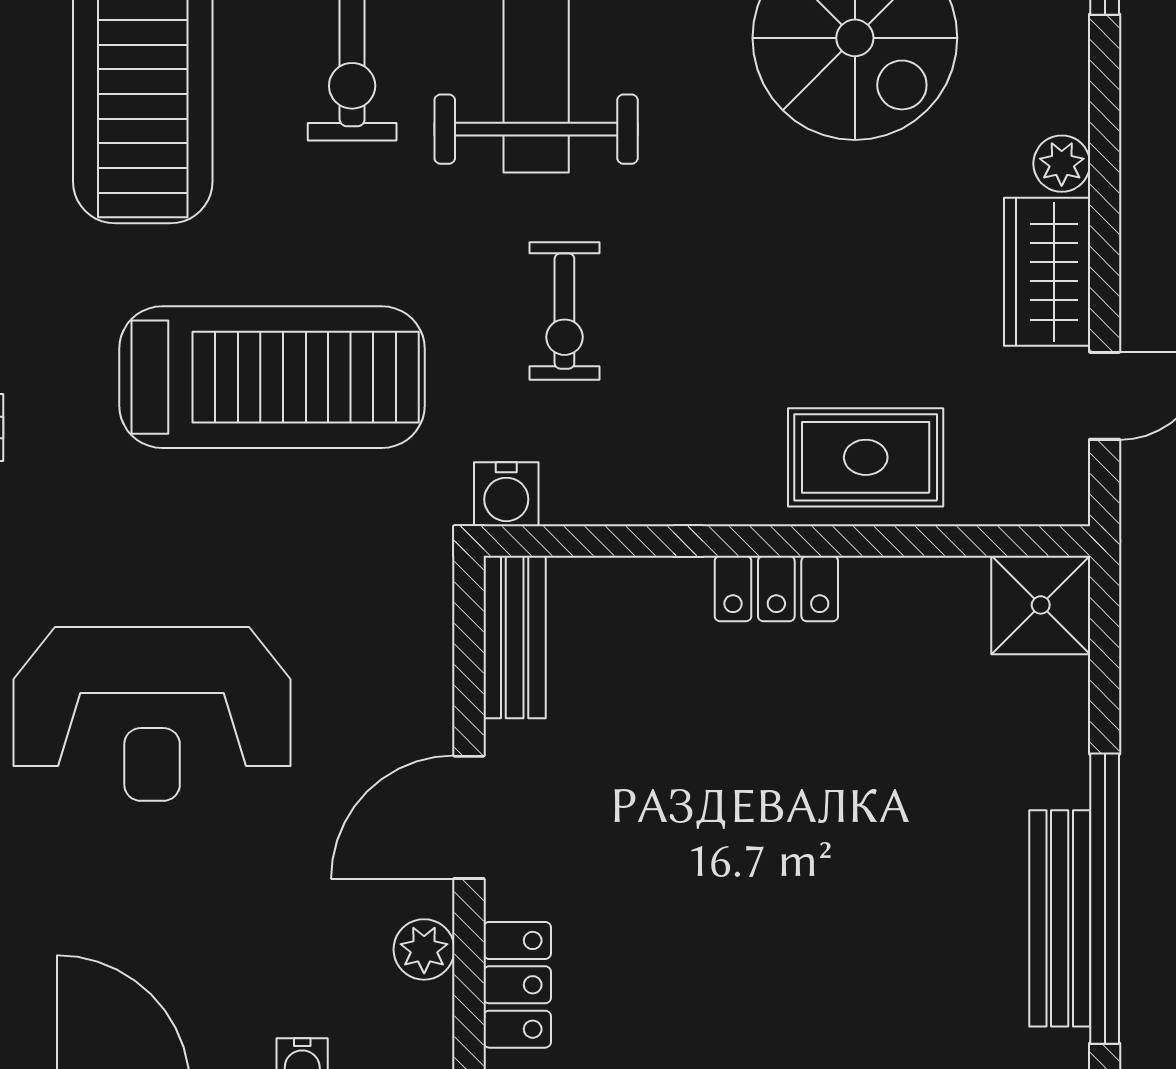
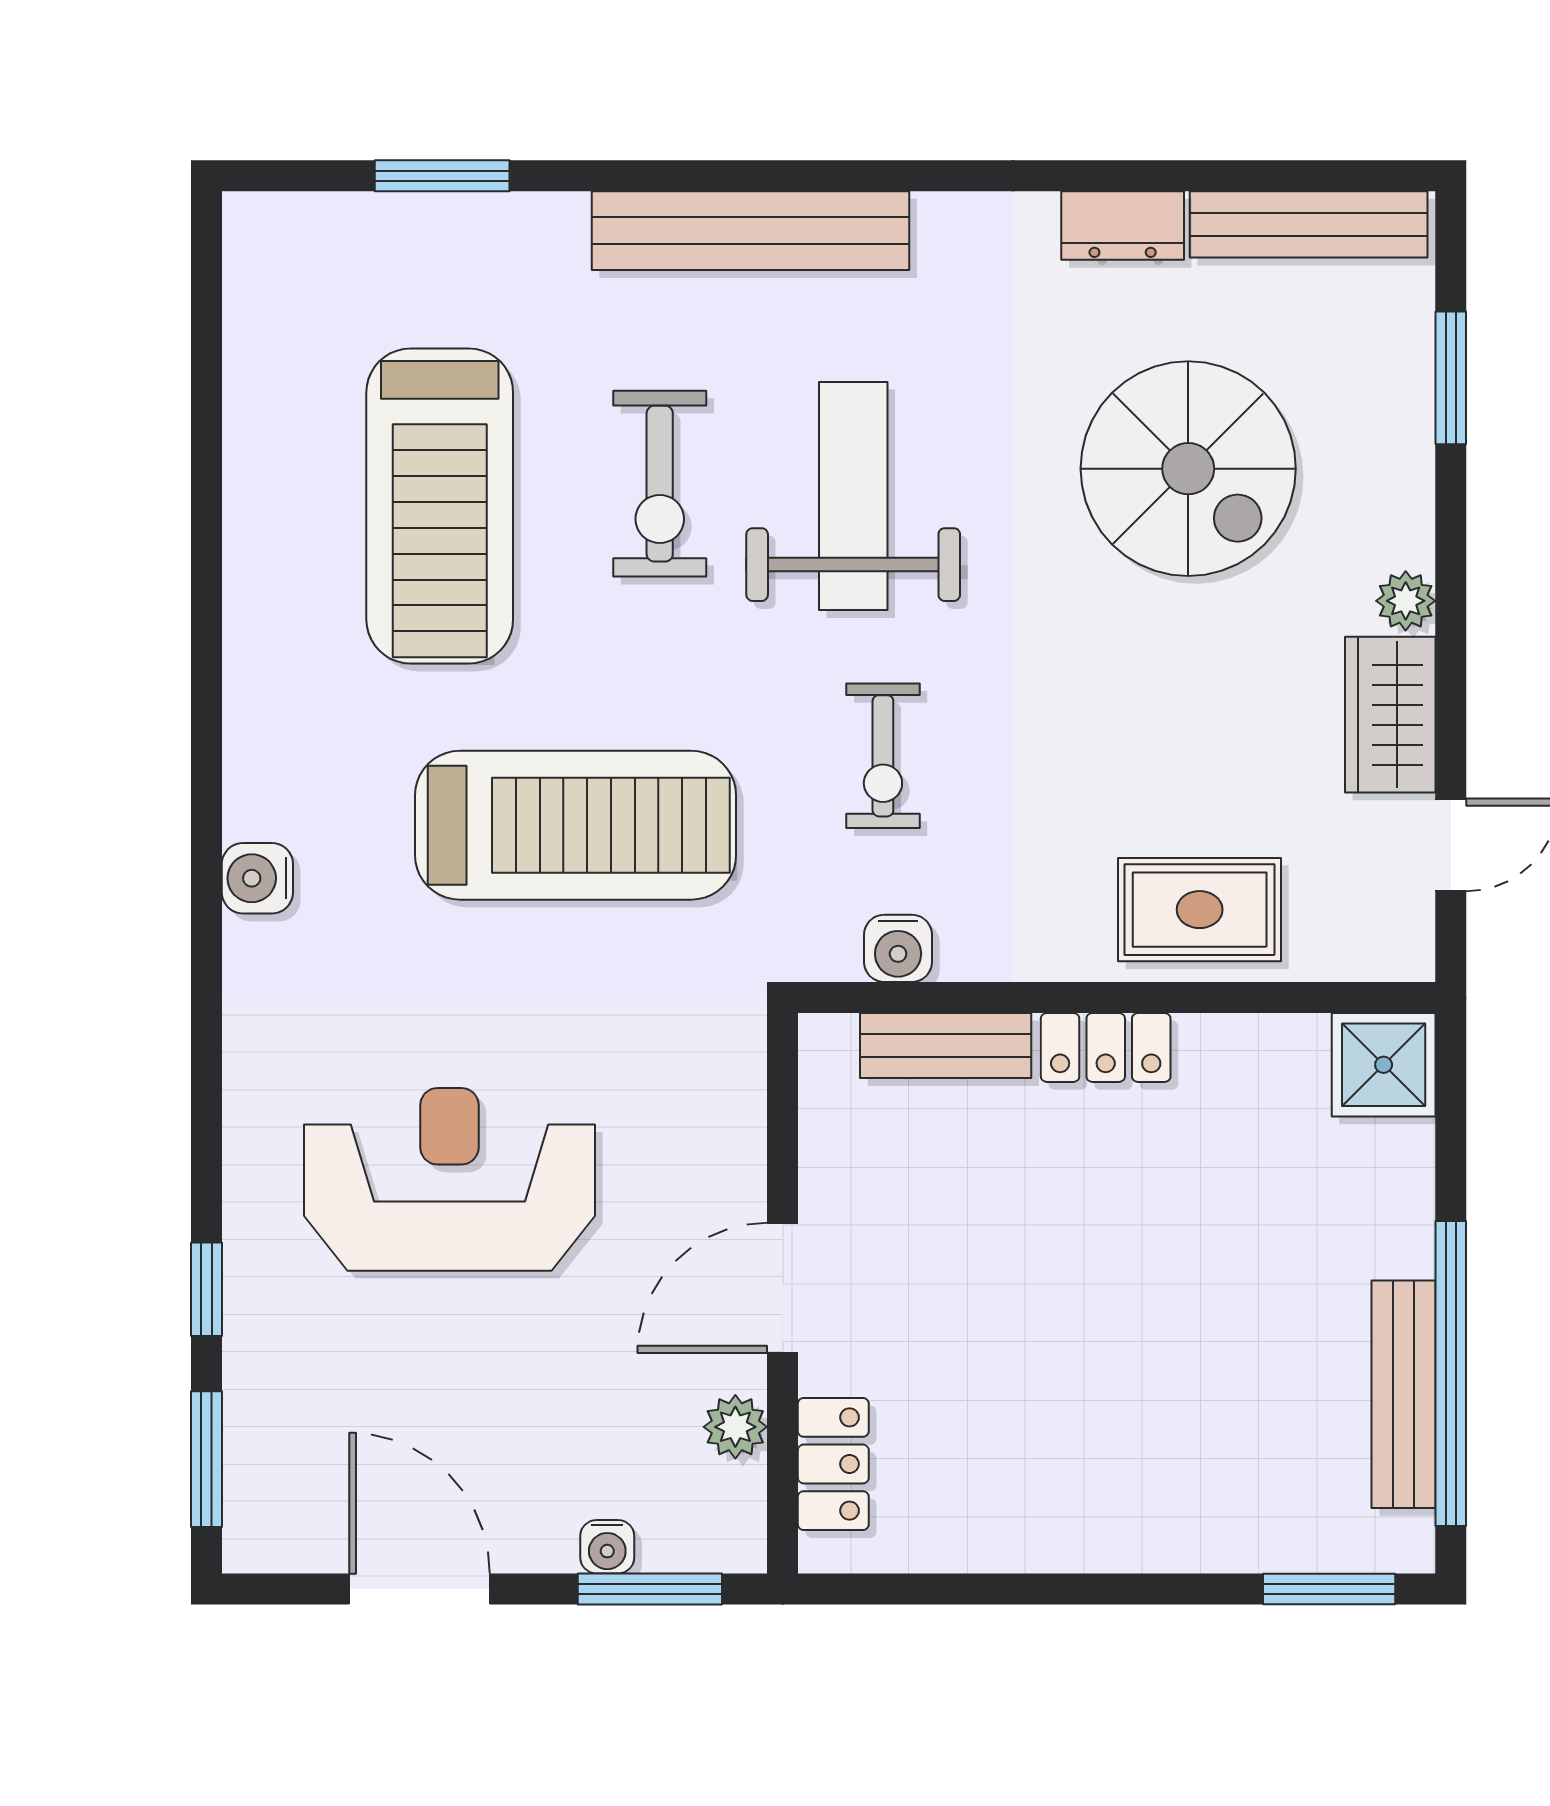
water cooler: (506, 494) -> (898, 948), moved
bench: (515, 637) -> (946, 1046), moved, turned 90
reception desk: (152, 714) -> (449, 1179), turned 180

